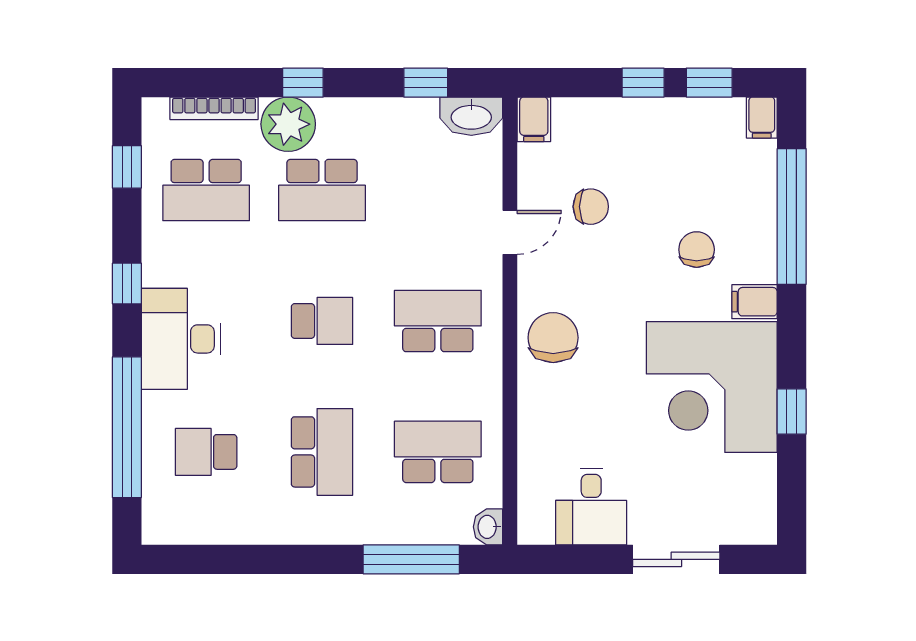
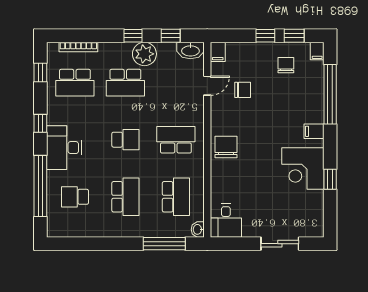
window: (303, 83) -> (133, 36), moved
plant: (288, 124) -> (144, 54), moved
door: (510, 232) -> (207, 86), moved
chair: (697, 250) -> (286, 65), moved
corner desk: (712, 387) -> (303, 168), width x0.74, depth x0.74
school desk: (438, 452) -> (176, 197), turned 90
desk: (591, 507) -> (226, 221), moved

